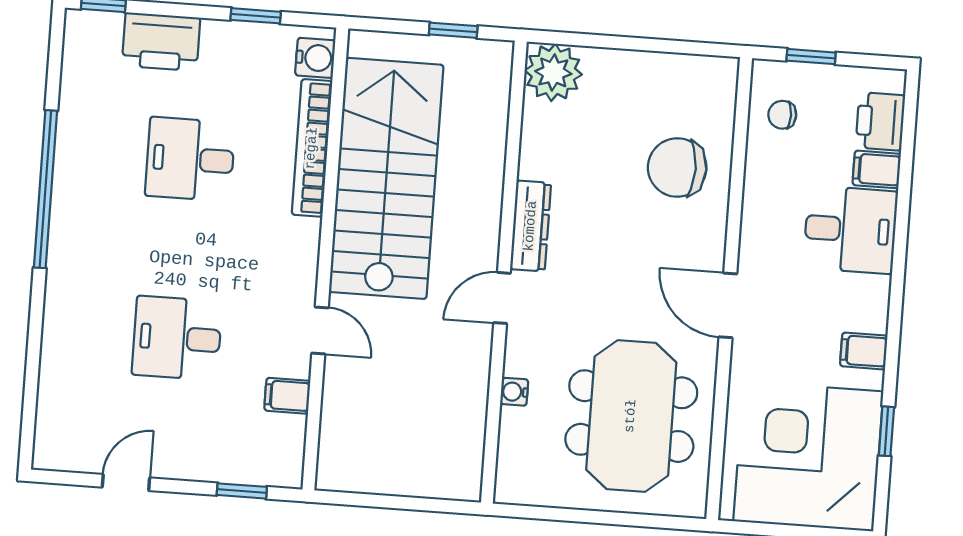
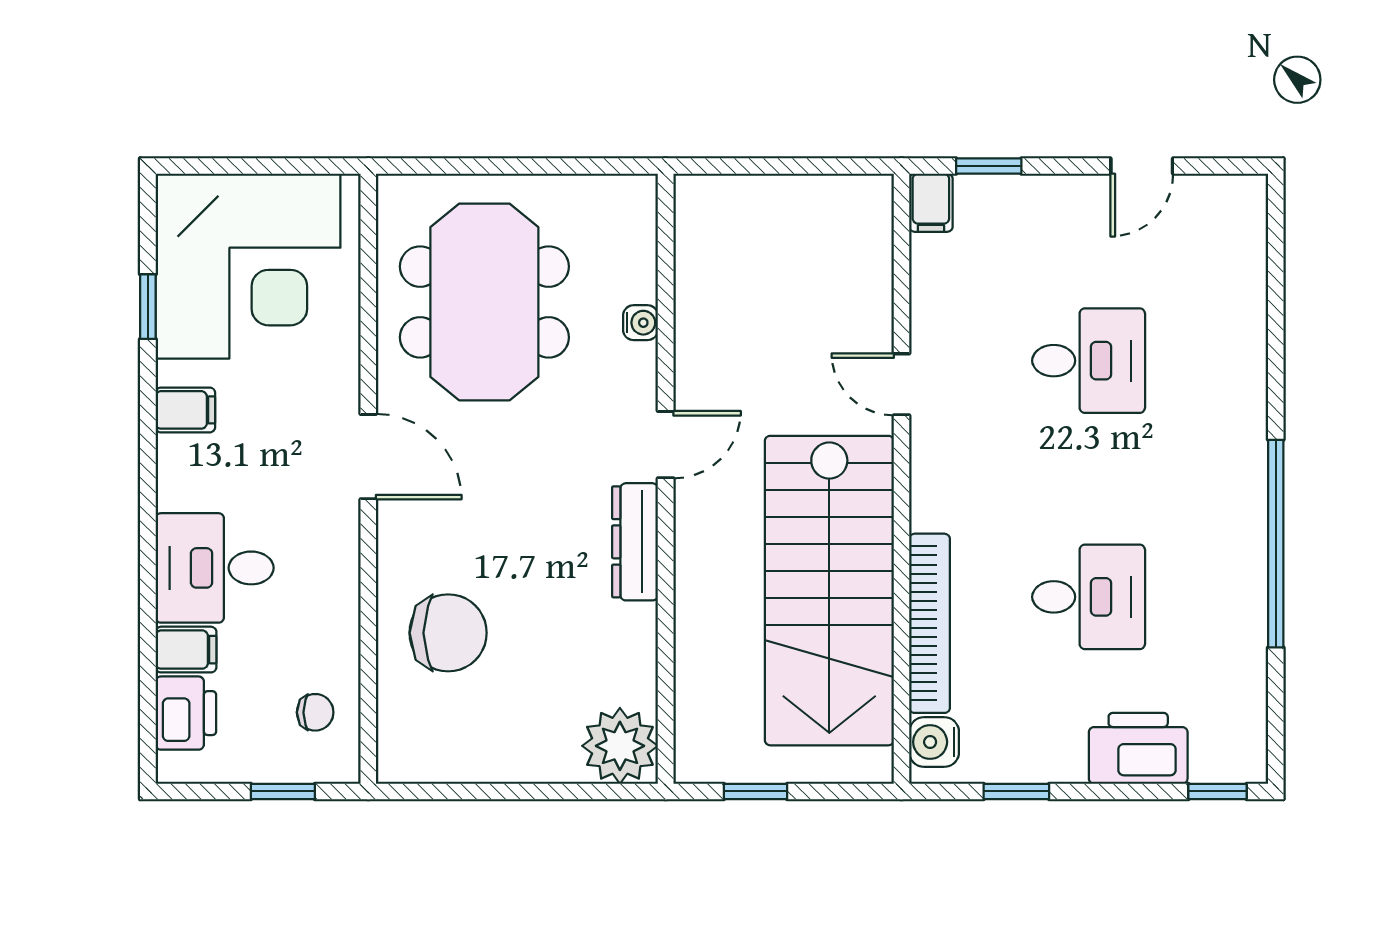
filing cabinet: (287, 396) -> (931, 203), moved, turned 90

